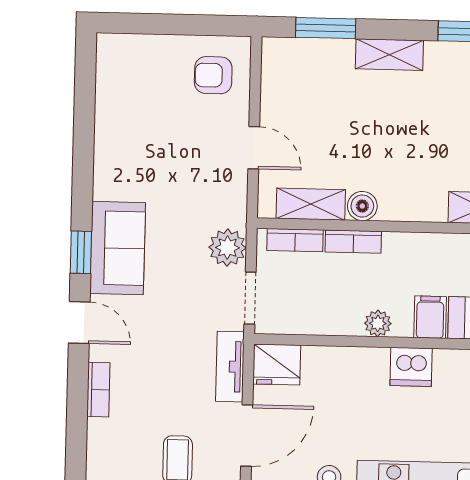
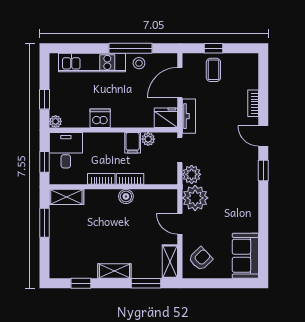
armchair: (213, 75) -> (201, 259), turned -44
plant: (221, 200) -> (195, 198), added
shelving: (311, 204) -> (170, 262), moved, turned 90
bookcase: (295, 240) -> (101, 179), moved
sofa: (118, 248) -> (245, 256), moved
filing cabinet: (430, 317) -> (133, 143), moved
plant: (378, 323) -> (148, 139), moved

